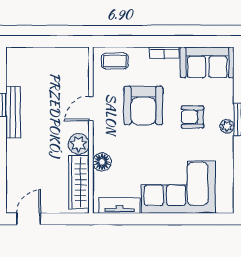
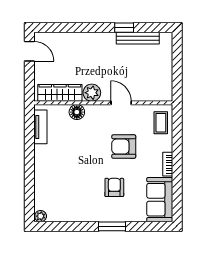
armchair: (143, 106) -> (124, 147), width x0.73, depth x0.73
bench: (13, 112) -> (138, 38), moved
plant: (227, 126) -> (41, 216), moved
corner sofa: (178, 187) -> (56, 176), removed

